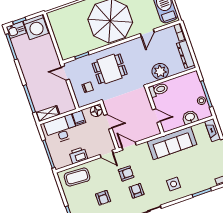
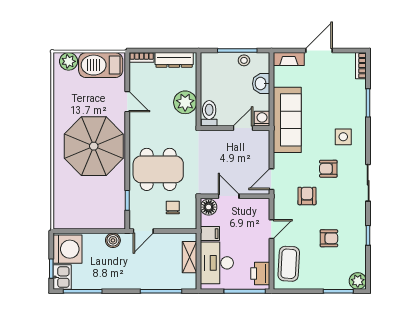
boiler: (52, 55) -> (113, 240), added
dining table: (110, 69) -> (158, 169), width x1.37
shelving: (48, 114) -> (190, 257), moved
door: (108, 122) -> (229, 196), hinge flipped
washing machine: (167, 126) -> (262, 119), added
door: (107, 154) -> (271, 229), moved
printer: (78, 155) -> (260, 274), moved
armchair: (137, 191) -> (328, 169), moved

